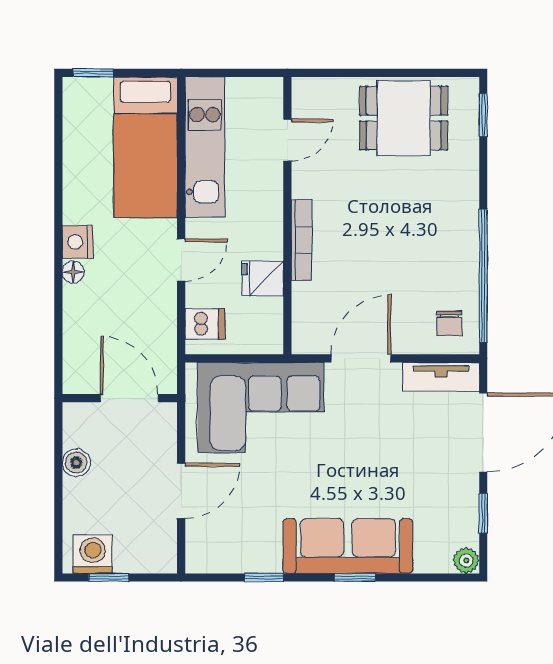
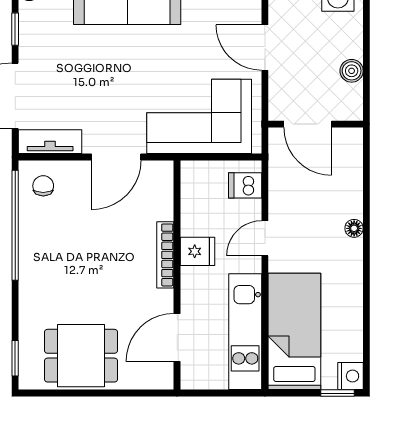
door: (287, 140) -> (177, 337), width x1.38
nightstand: (78, 242) -> (350, 376), moved
fridge: (263, 278) -> (197, 251), moved
door: (181, 491) -> (265, 48), hinge flipped

